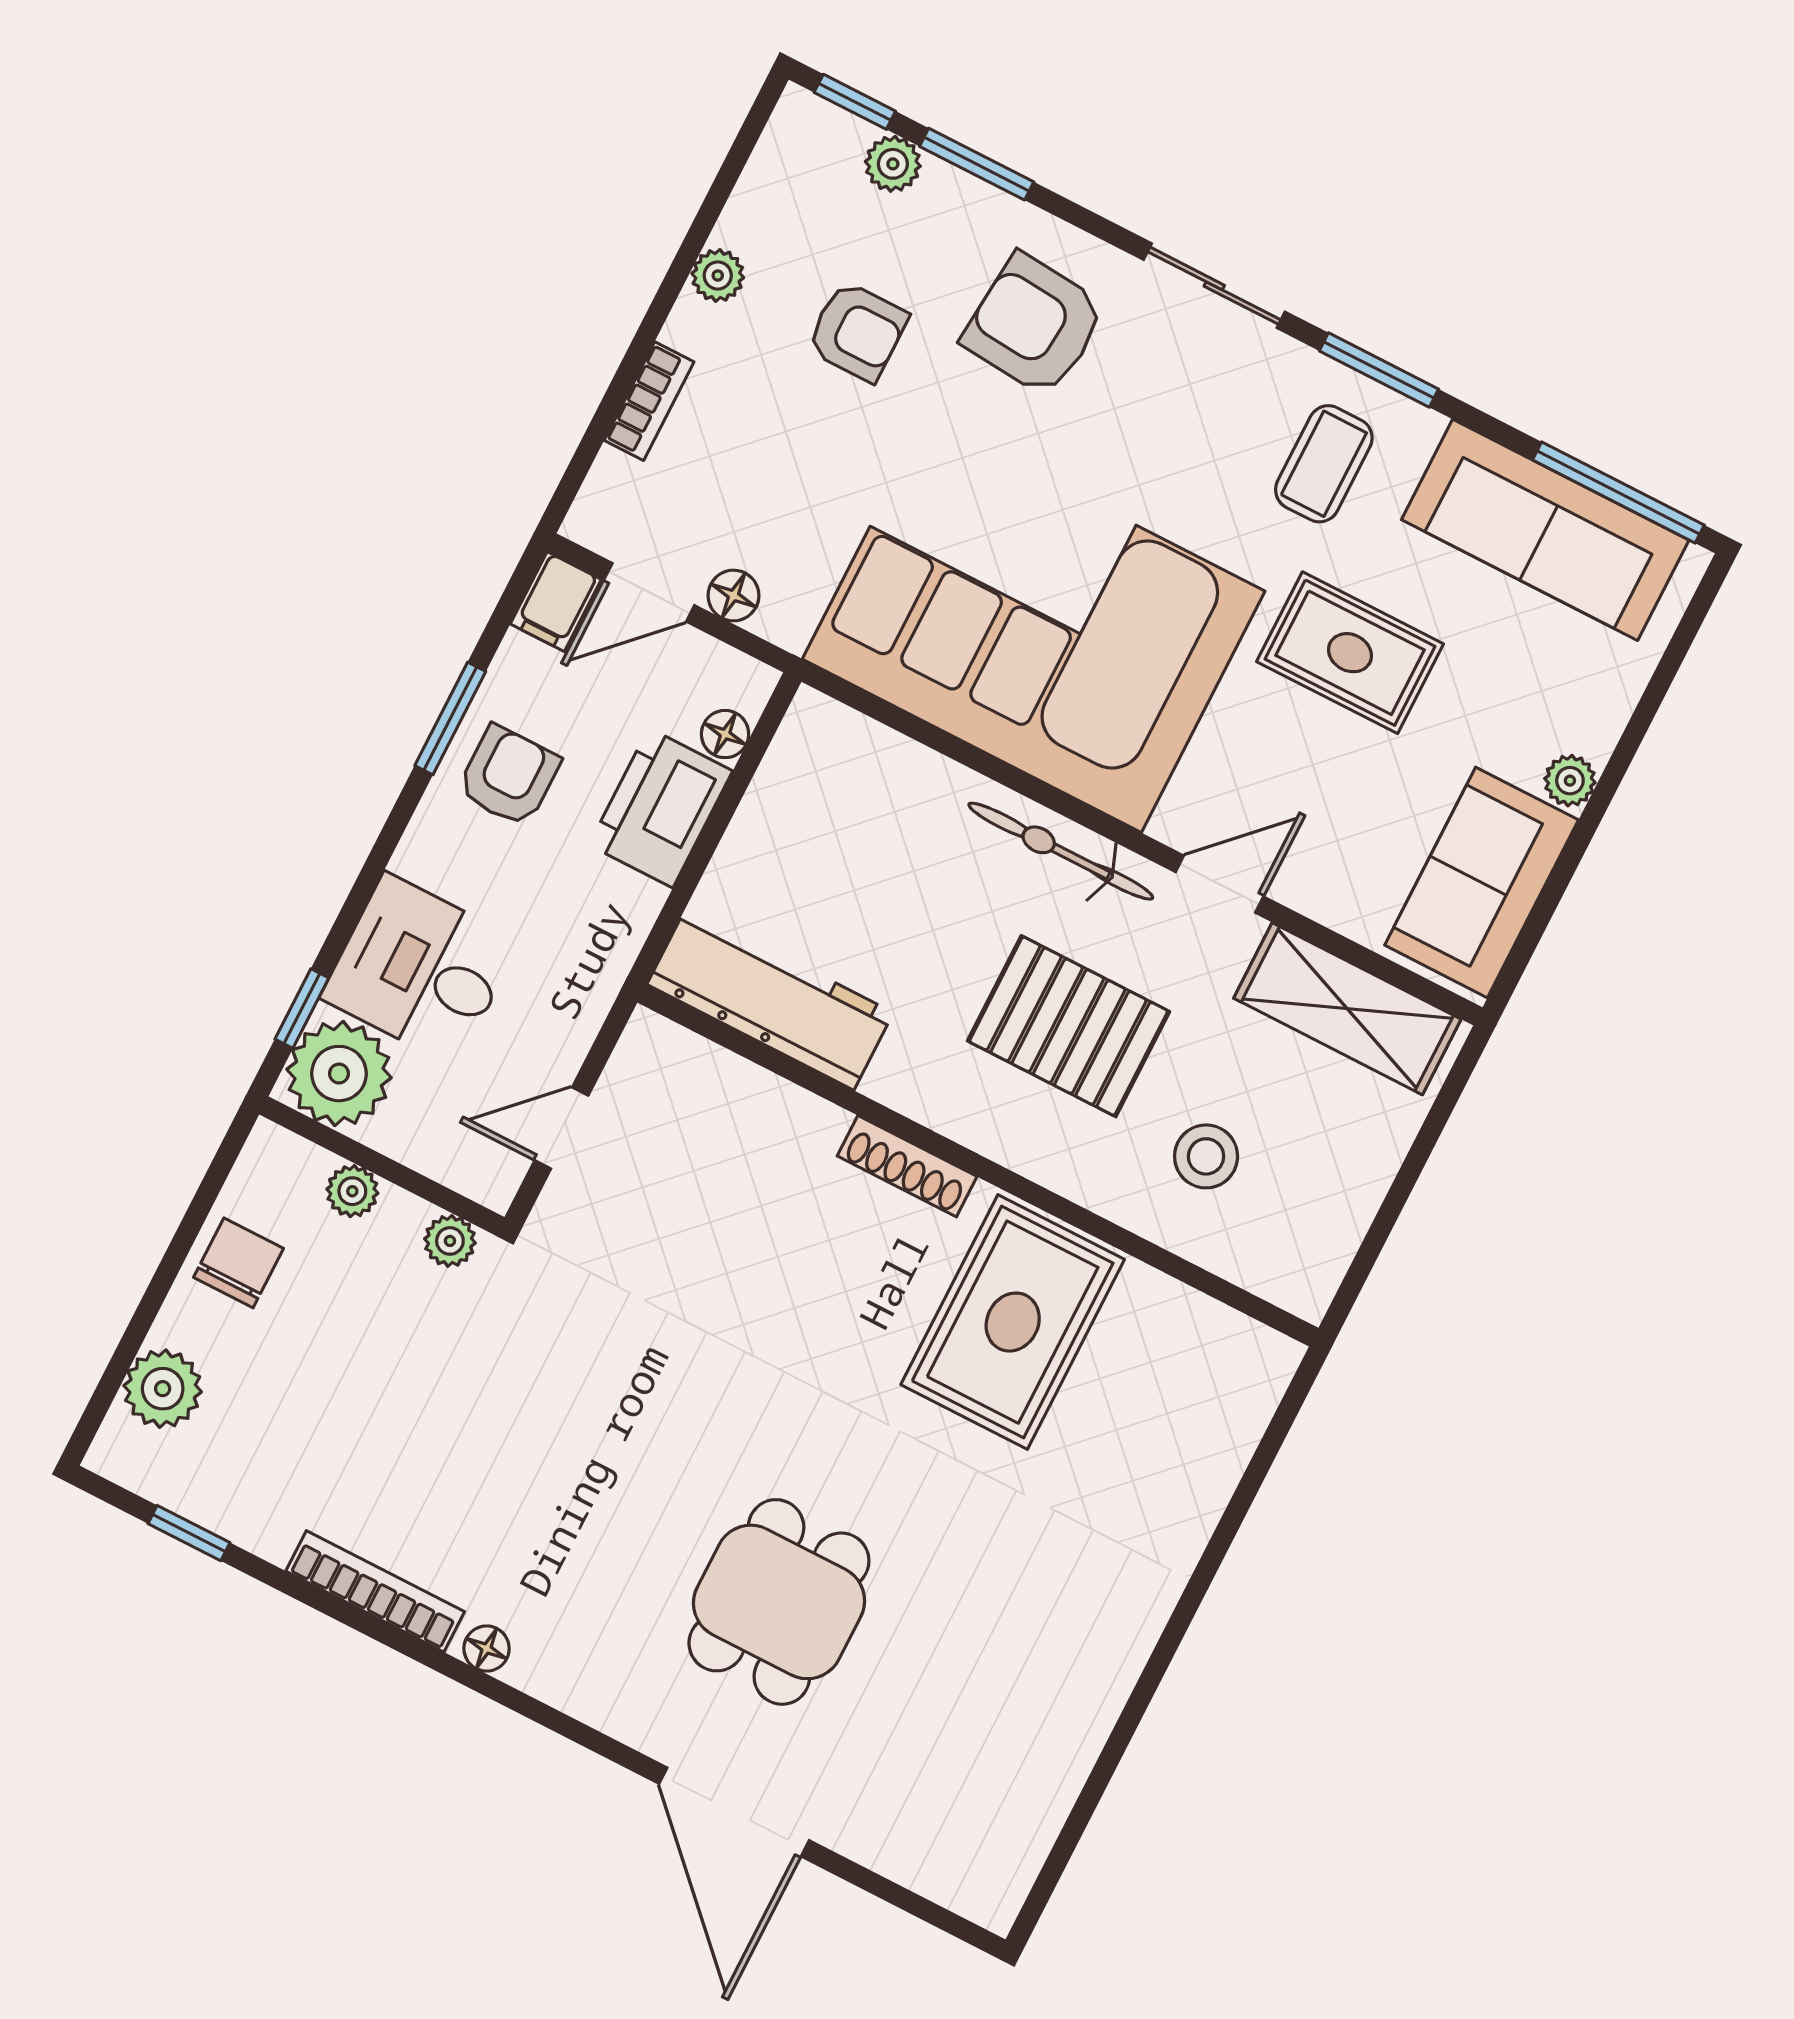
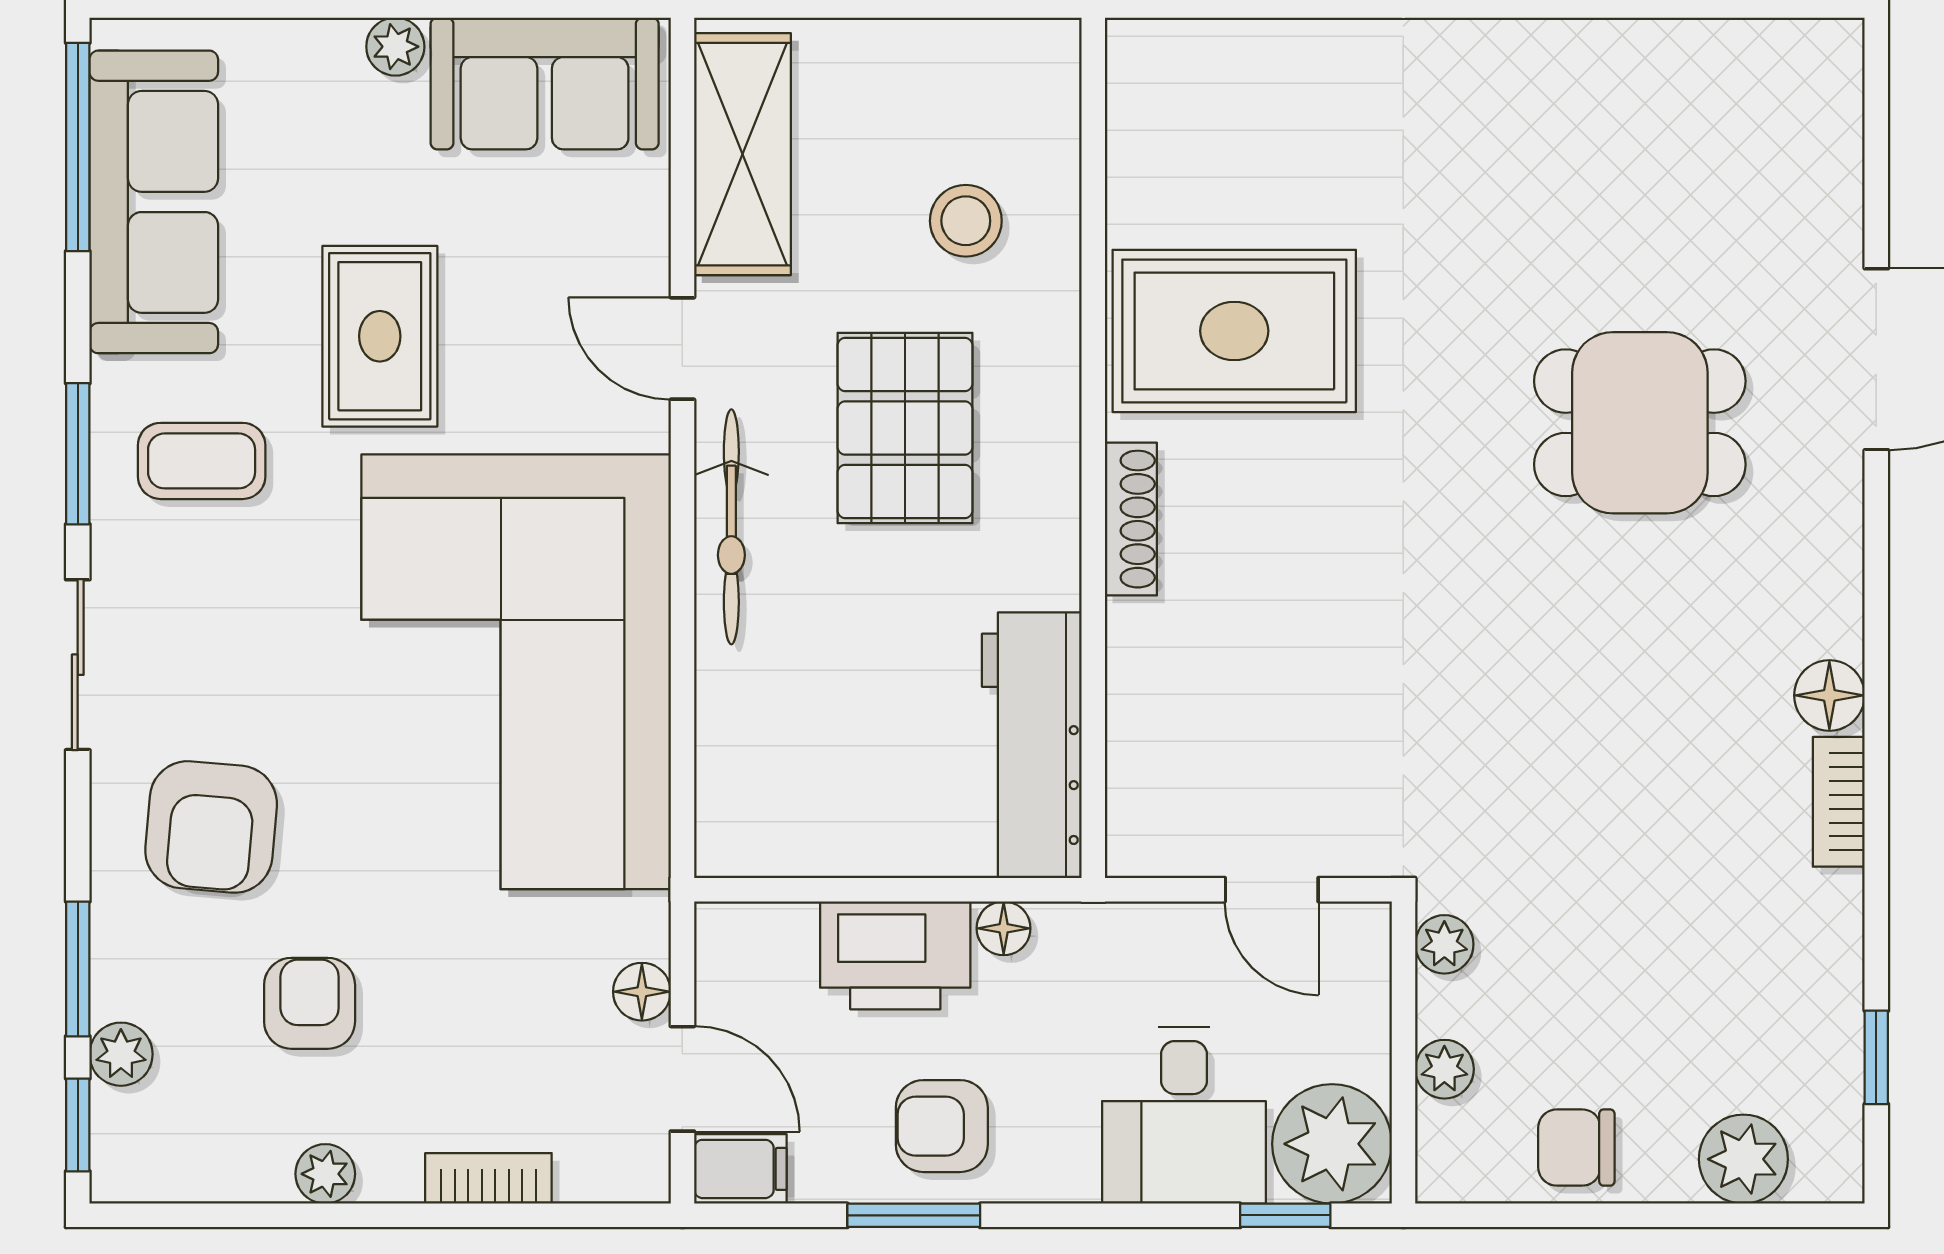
floor lamp: (725, 734) -> (1004, 928), moved
bookcase: (375, 1591) -> (1839, 802), width x0.64
floor lamp: (487, 1649) -> (1829, 695), width x1.37, depth x1.37

